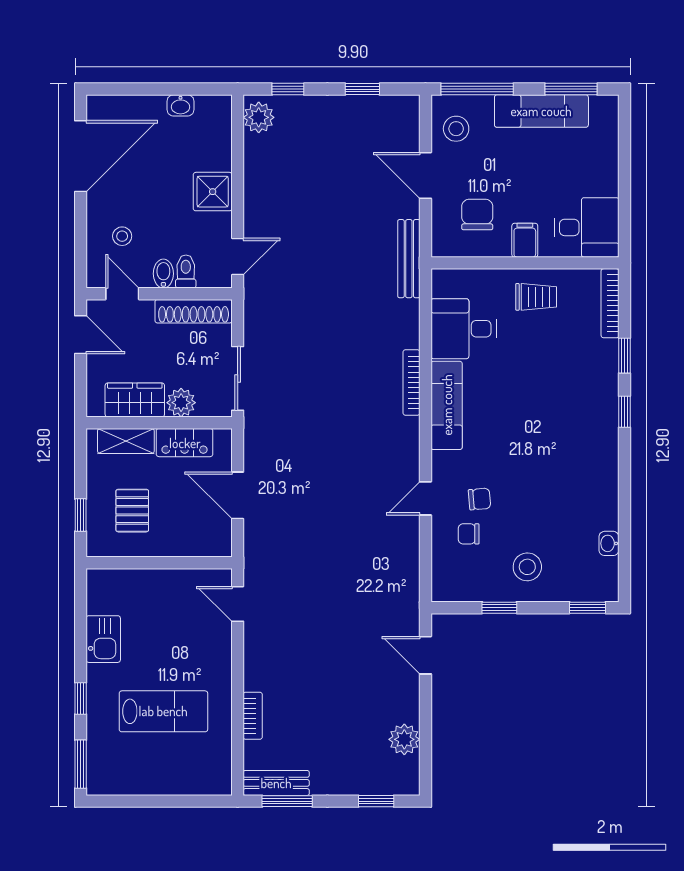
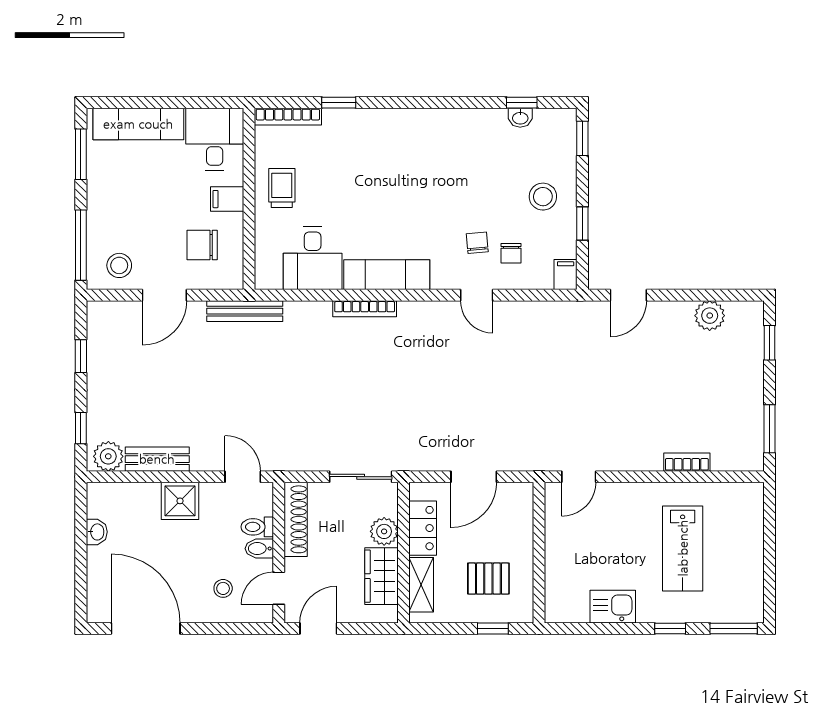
exam couch: (541, 111) -> (138, 124), moved, turned 90
window: (624, 412) -> (522, 103), moved
filing cabinet: (447, 590) -> (566, 274), added
lab bench: (163, 711) -> (683, 548), turned 180
bench: (276, 783) -> (157, 459), moved, turned 90

